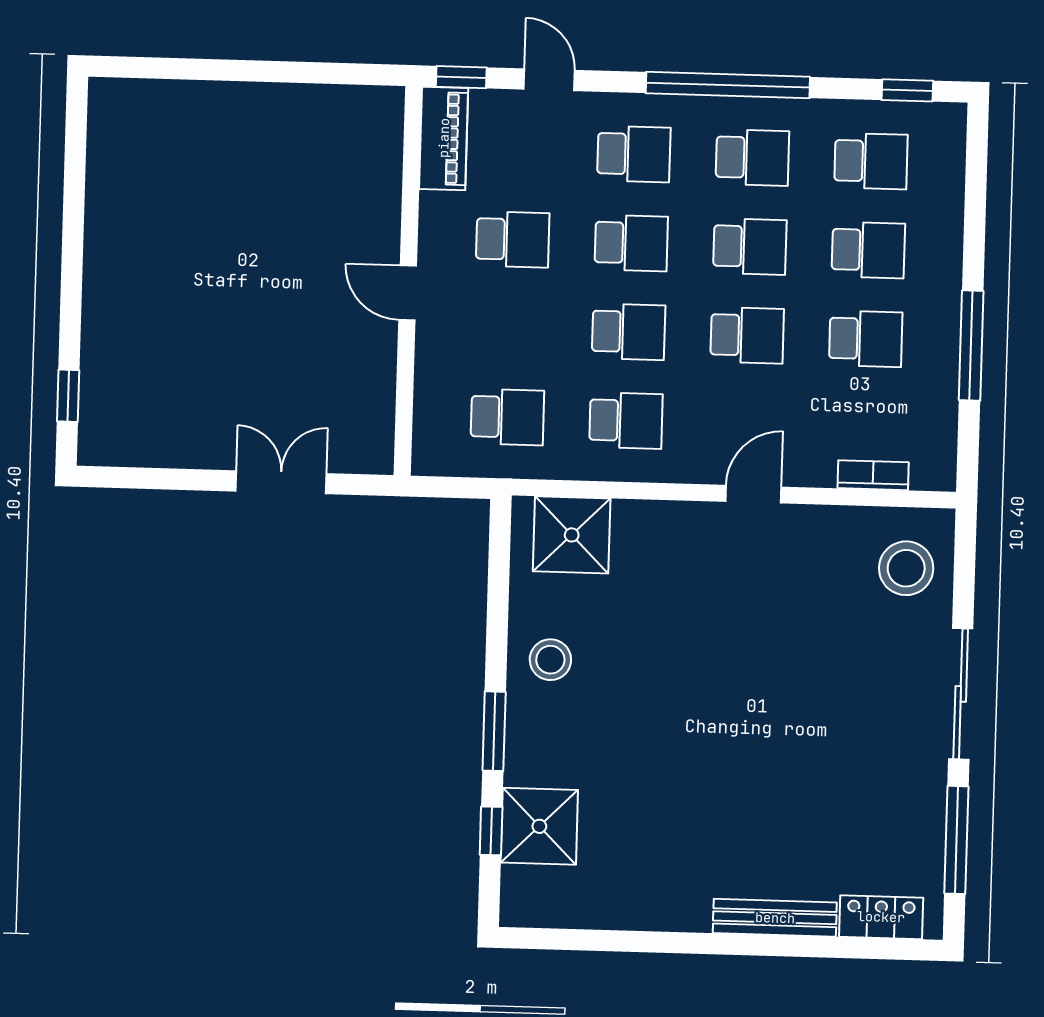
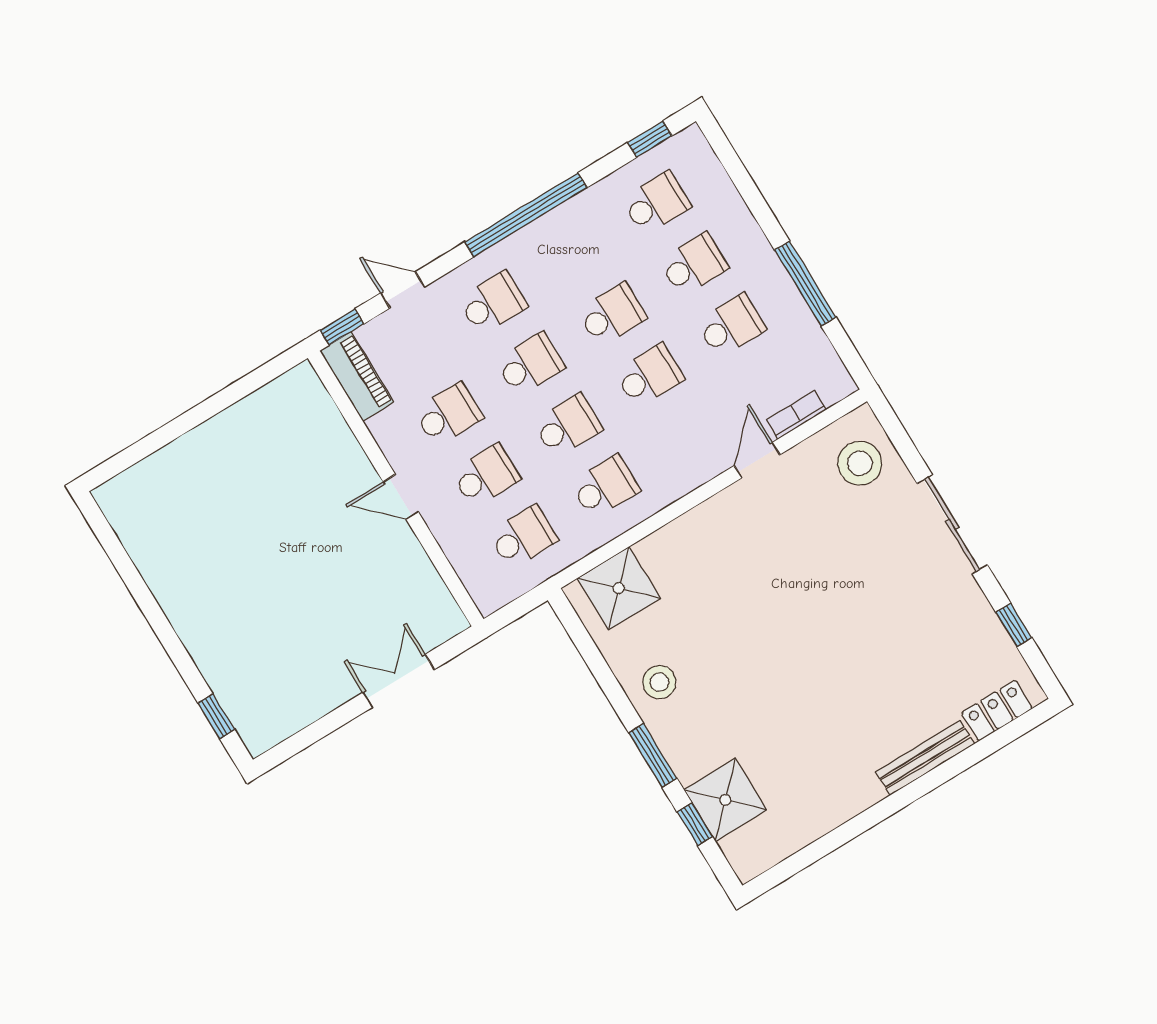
school desk: (752, 158) -> (486, 476), moved
door: (753, 494) -> (757, 460), moved
window: (956, 840) -> (1014, 625), width x0.46

